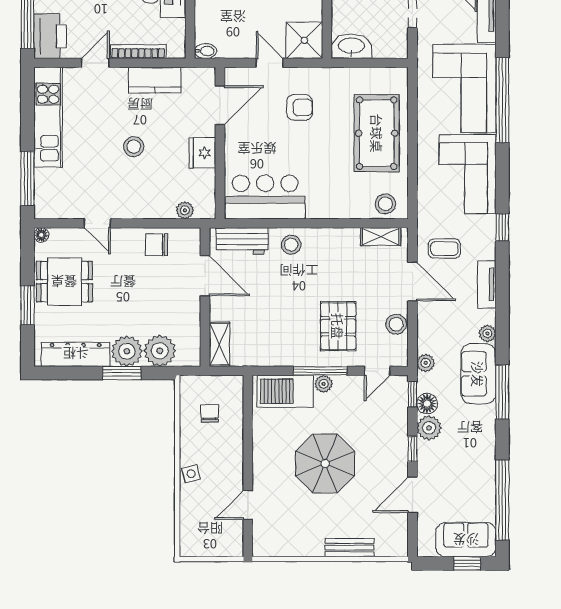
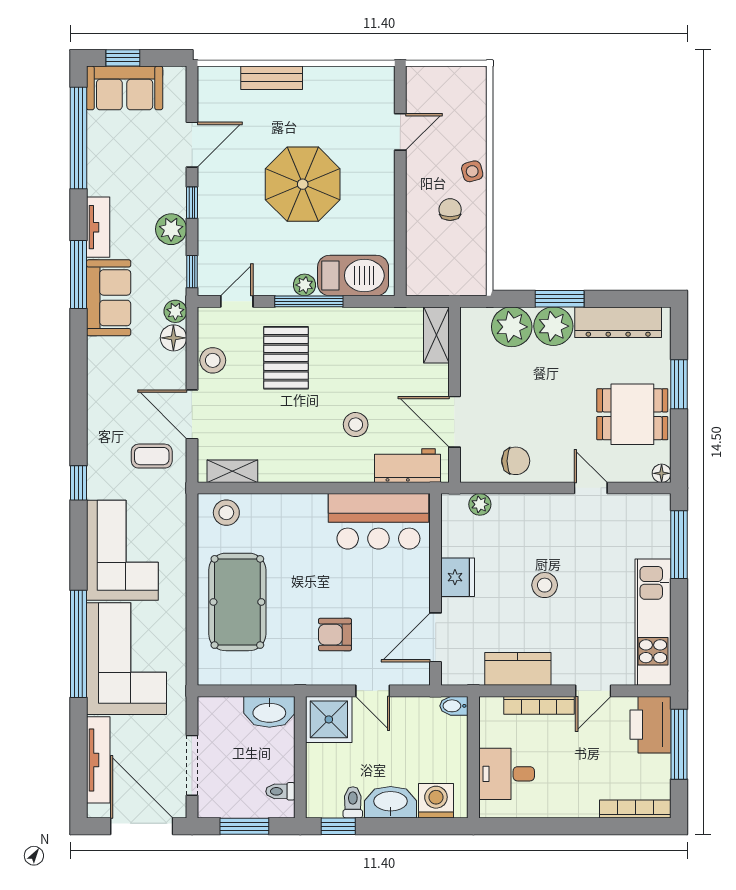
stool: (291, 245) -> (356, 425), moved
tv unit: (487, 285) -> (98, 227), moved
plant: (487, 333) -> (97, 349), removed
floor lamp: (427, 404) -> (173, 338), moved
chair: (210, 414) -> (450, 210), moved, turned 180

